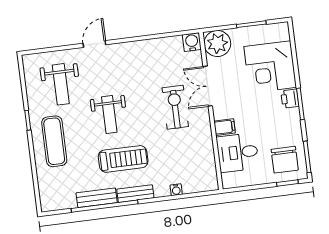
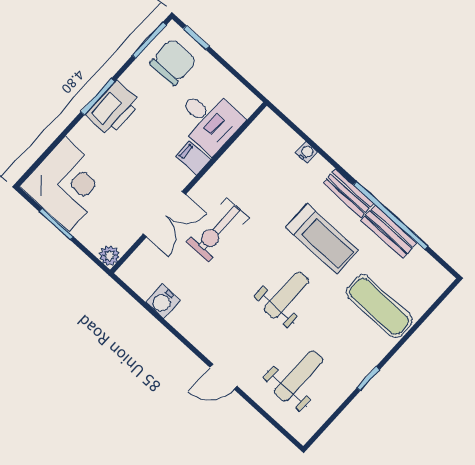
water cooler: (192, 42) -> (163, 301), moved
plant: (217, 43) -> (109, 256), width x0.53, depth x0.53
corner desk: (270, 67) -> (67, 184), moved
printer: (290, 99) -> (113, 109), width x1.87, depth x1.48
exercise mat: (54, 141) -> (379, 306), moved, turned 90
treadmill: (123, 159) -> (322, 239), turned 180

